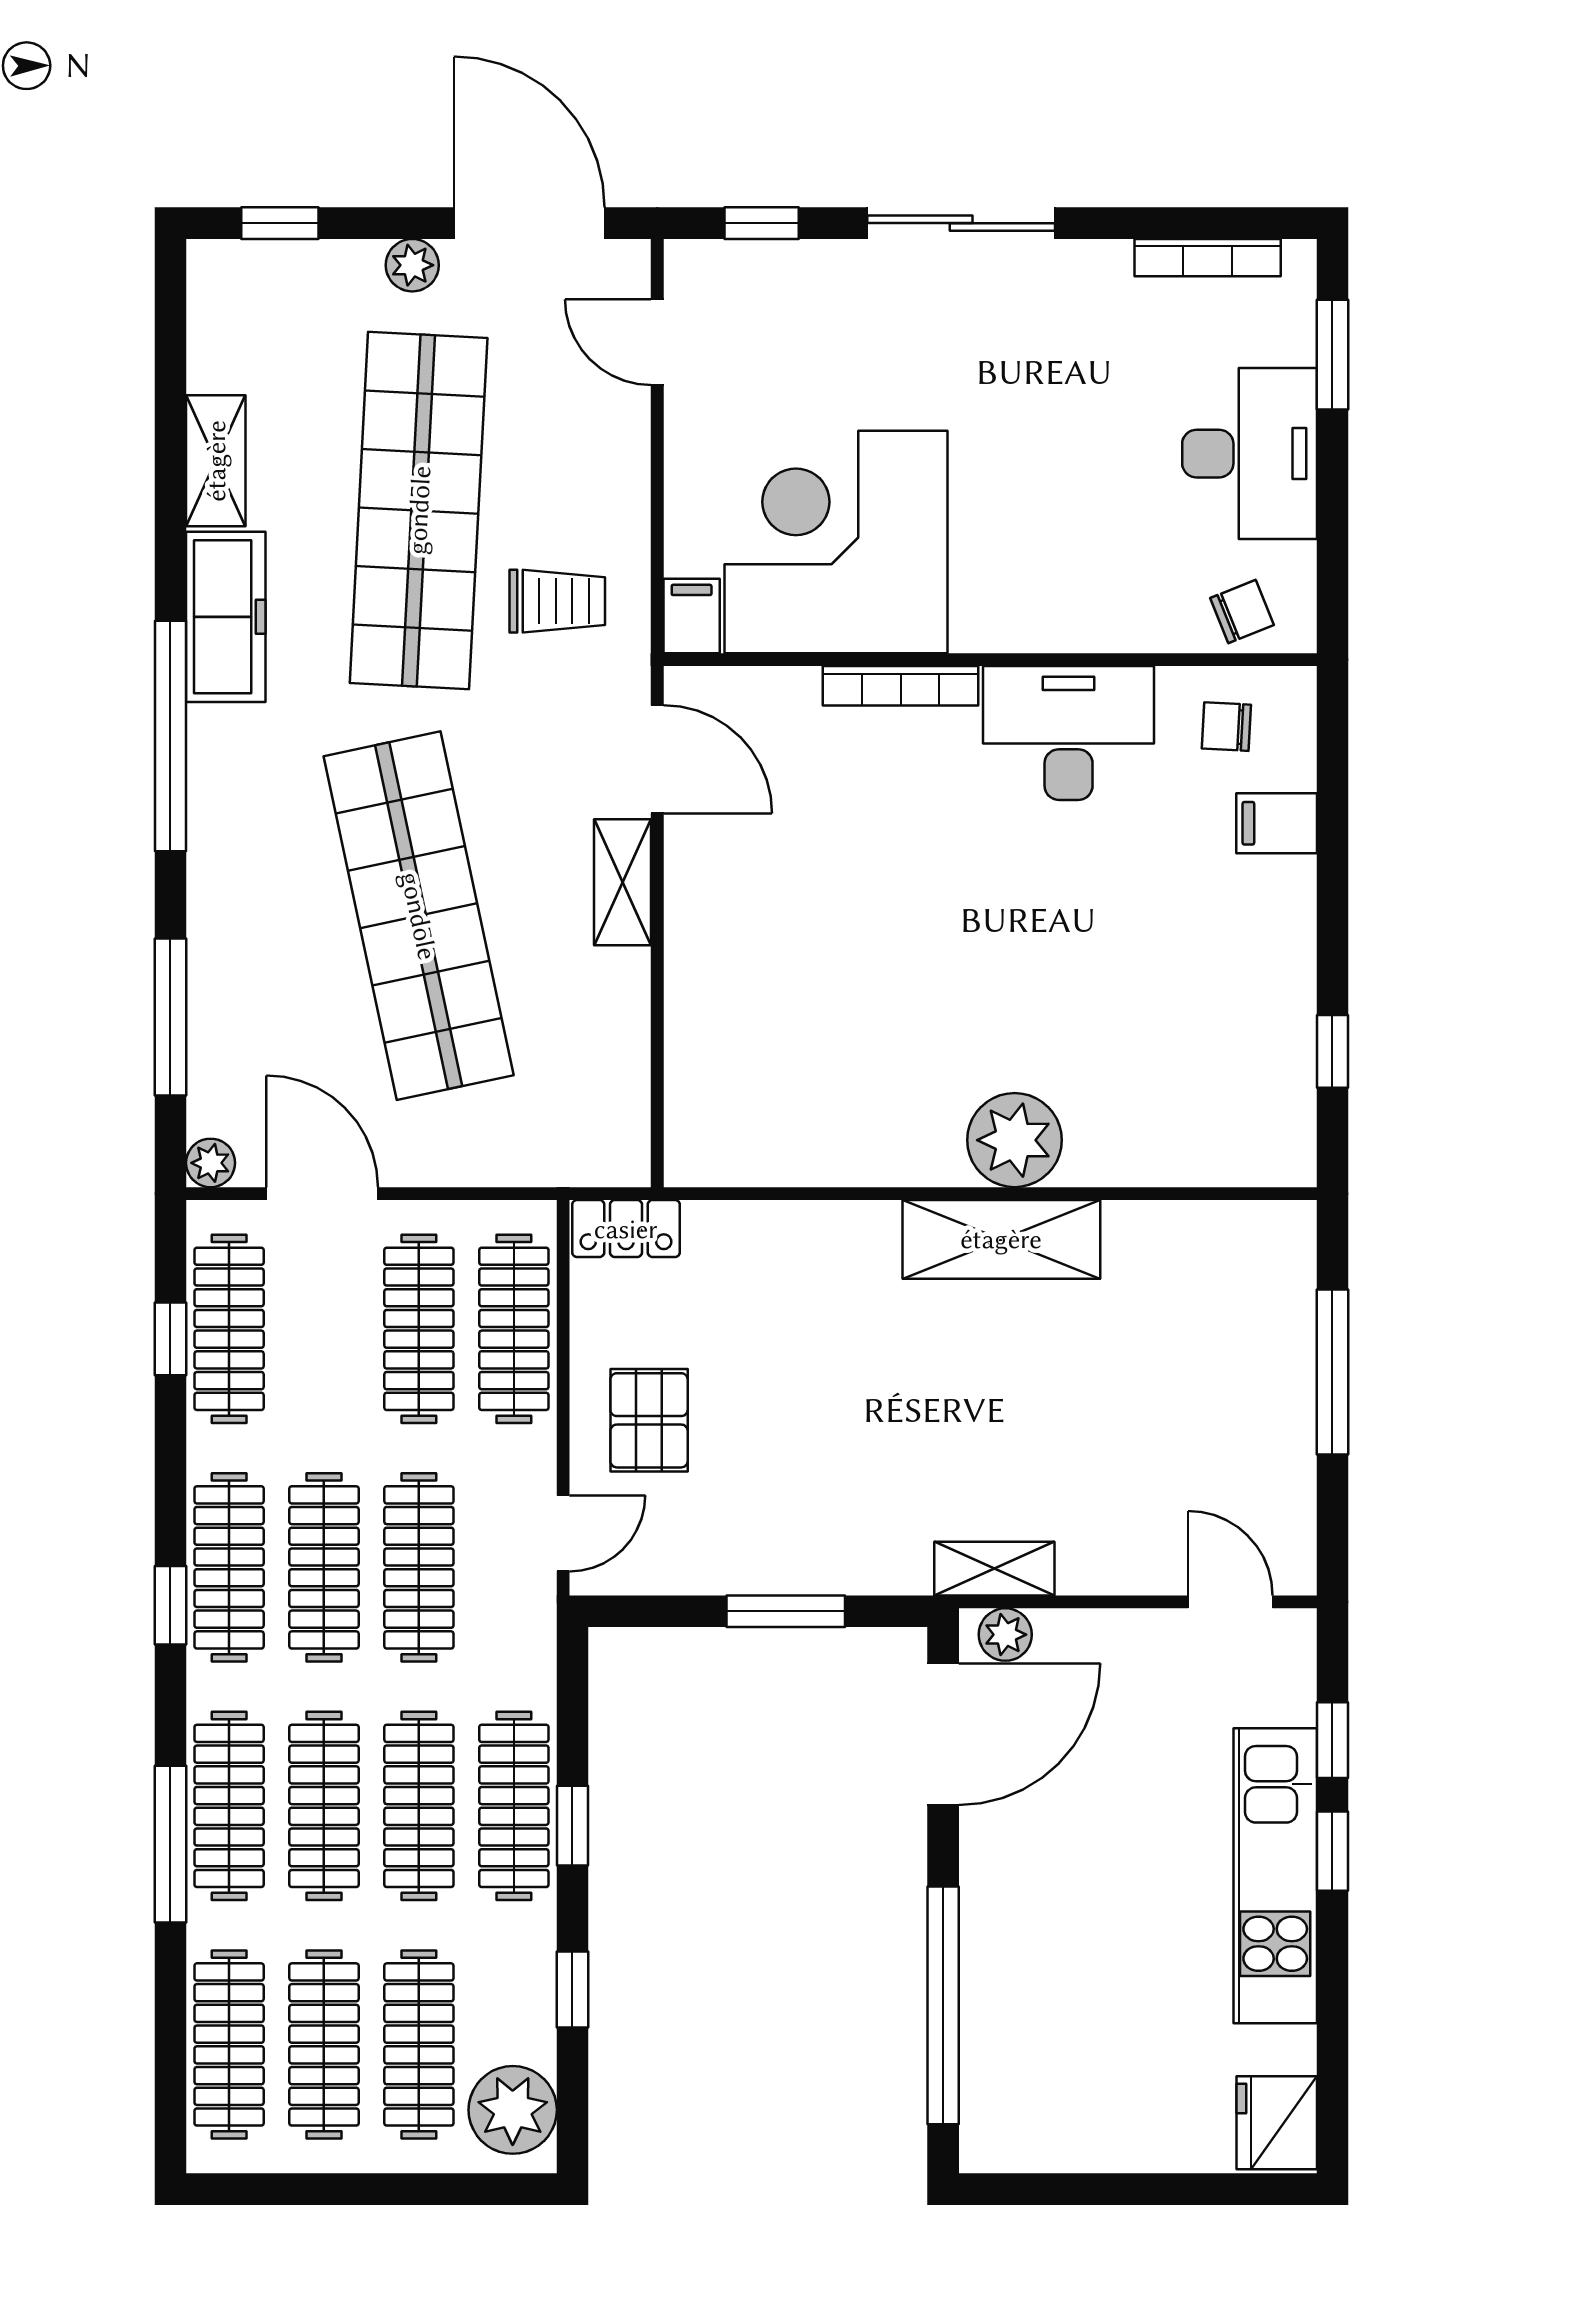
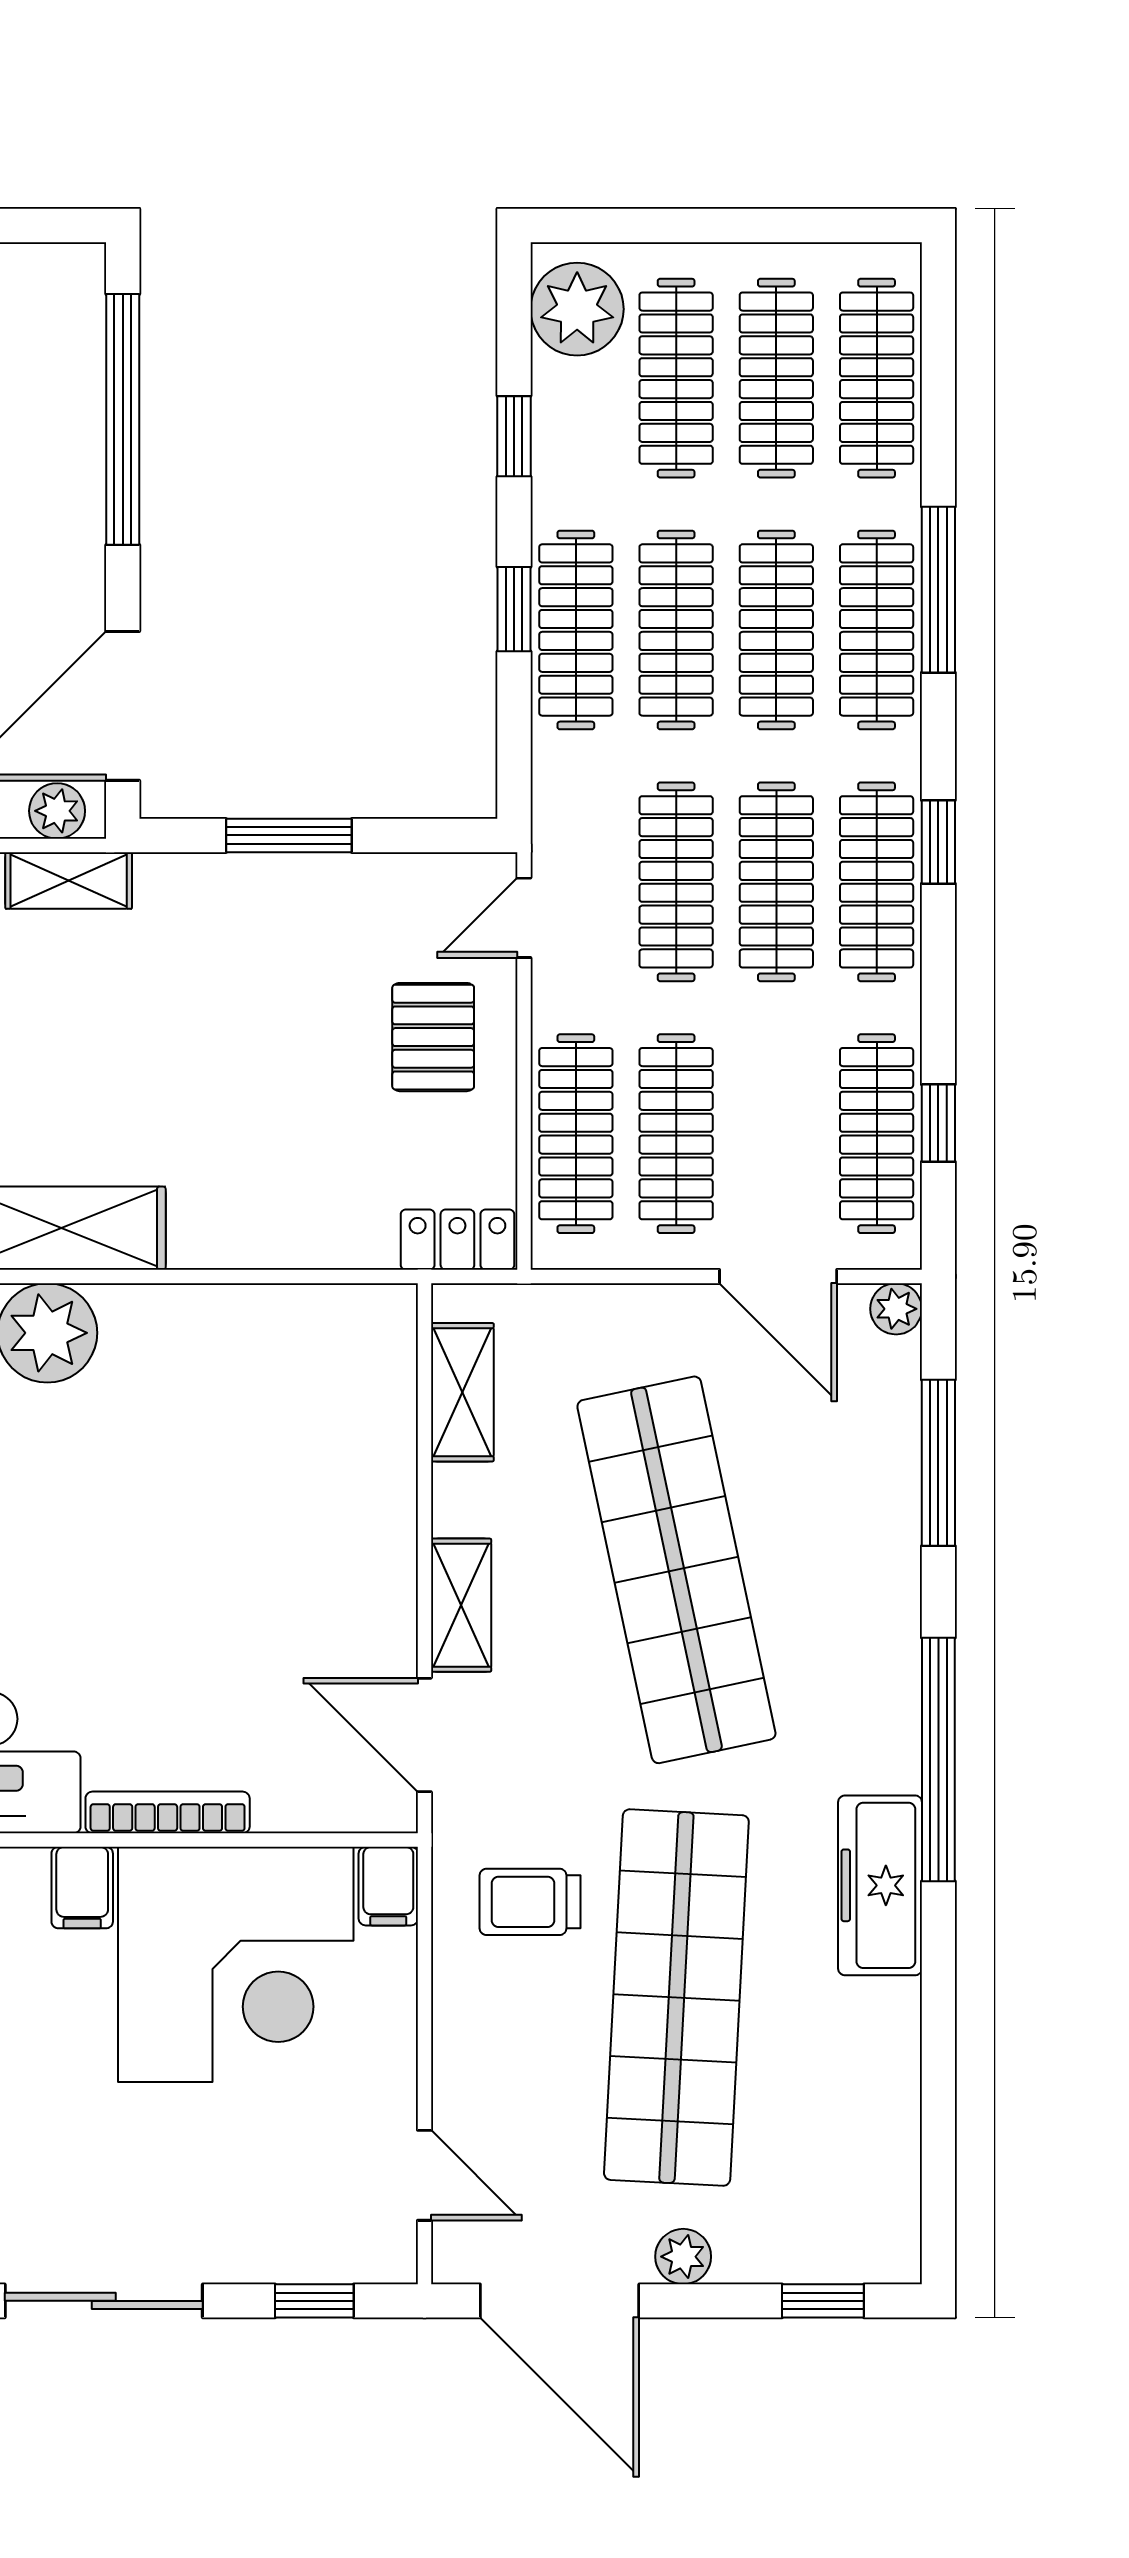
shelving: (216, 461) -> (462, 1392), moved
filing cabinet: (982, 615) -> (82, 1888), added

